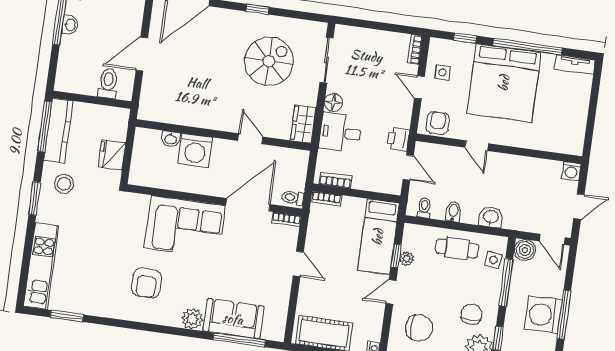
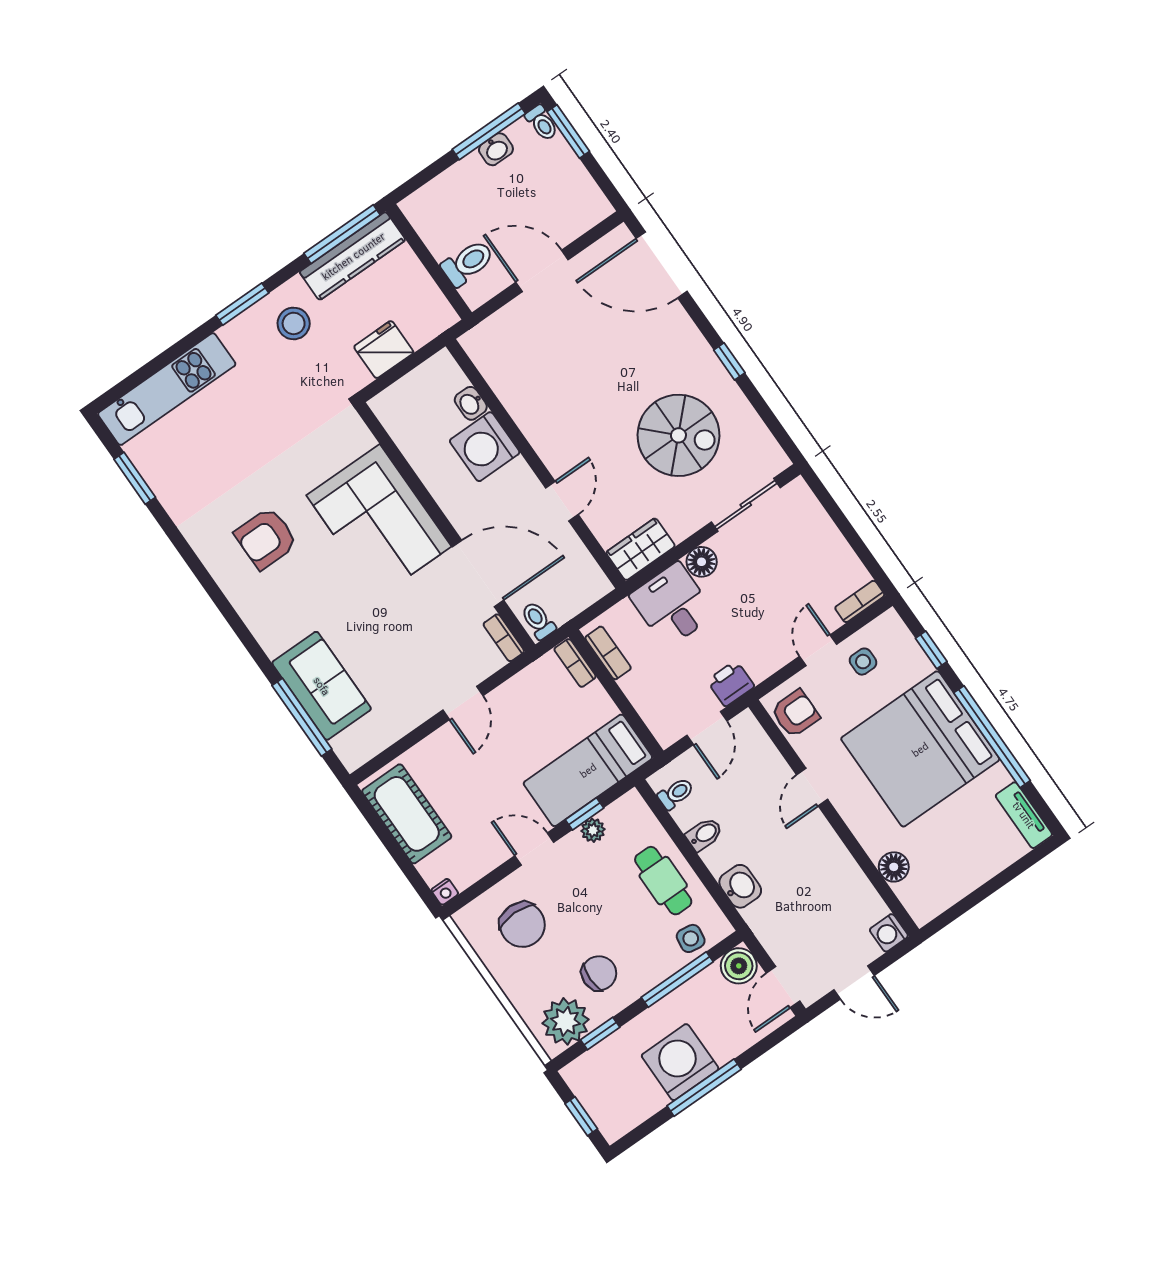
floor lamp: (545, 142) -> (894, 867), added
plant: (192, 319) -> (274, 635), removed

